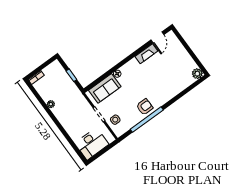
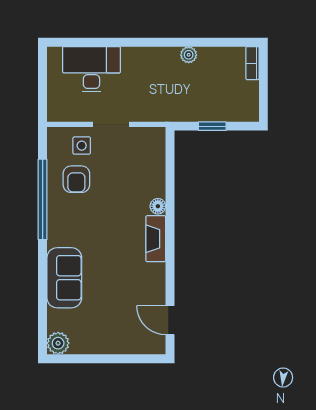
fireplace: (146, 54) -> (156, 239), moved
sofa: (105, 88) -> (64, 278), moved, turned 180
armchair: (145, 107) -> (76, 179), moved
desk: (92, 144) -> (91, 69), moved, turned 90

